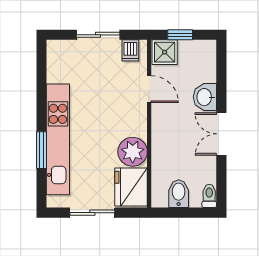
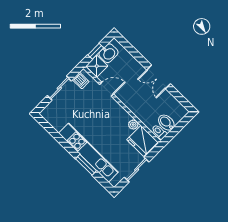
washbasin: (205, 97) -> (109, 53), moved, turned -90
plant: (133, 152) -> (133, 125), width x0.53, depth x0.53
toilet: (209, 196) -> (159, 132), moved

